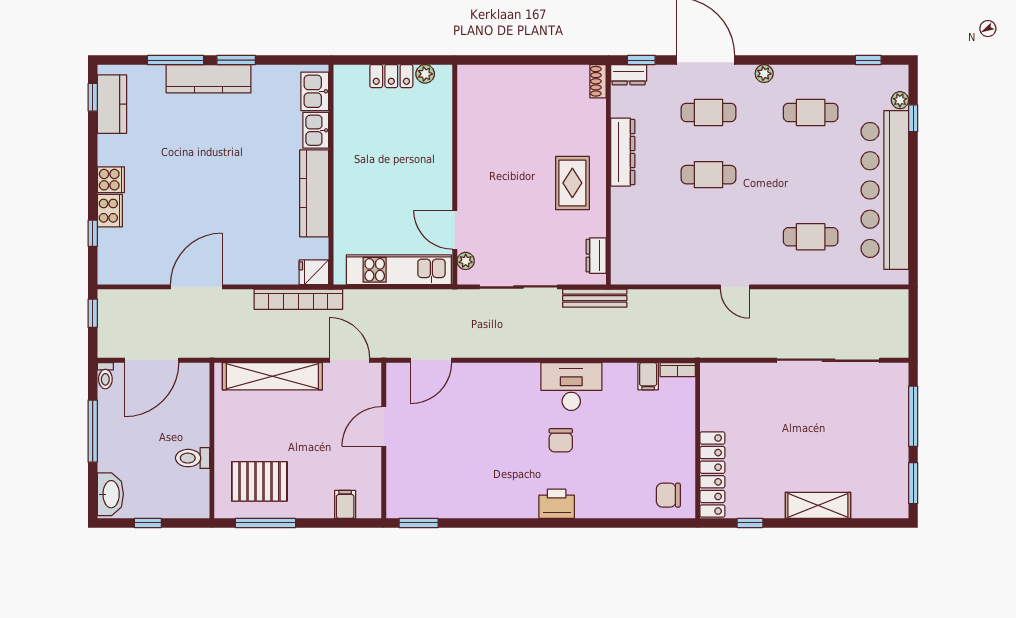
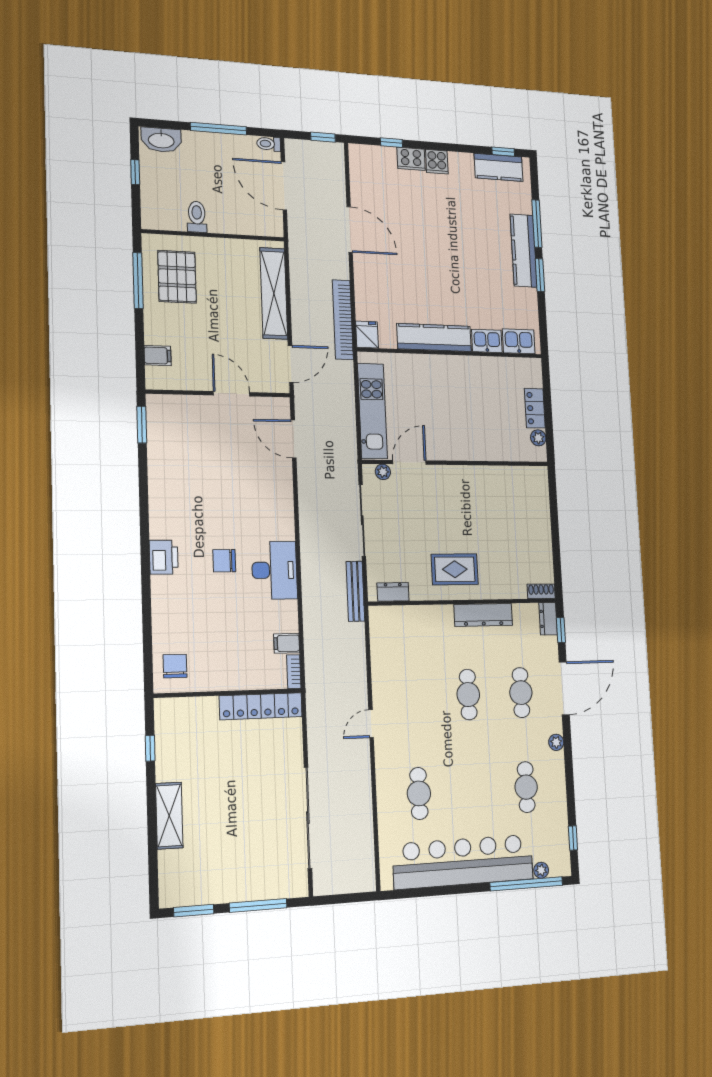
window: (913, 118) -> (526, 884), width x3.17
locker: (712, 475) -> (261, 706), moved

